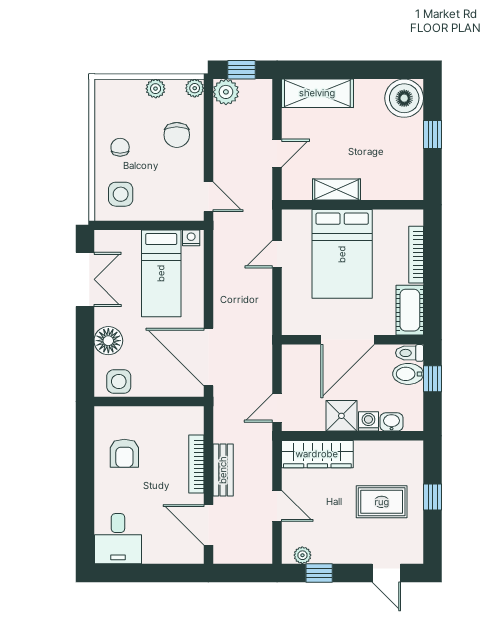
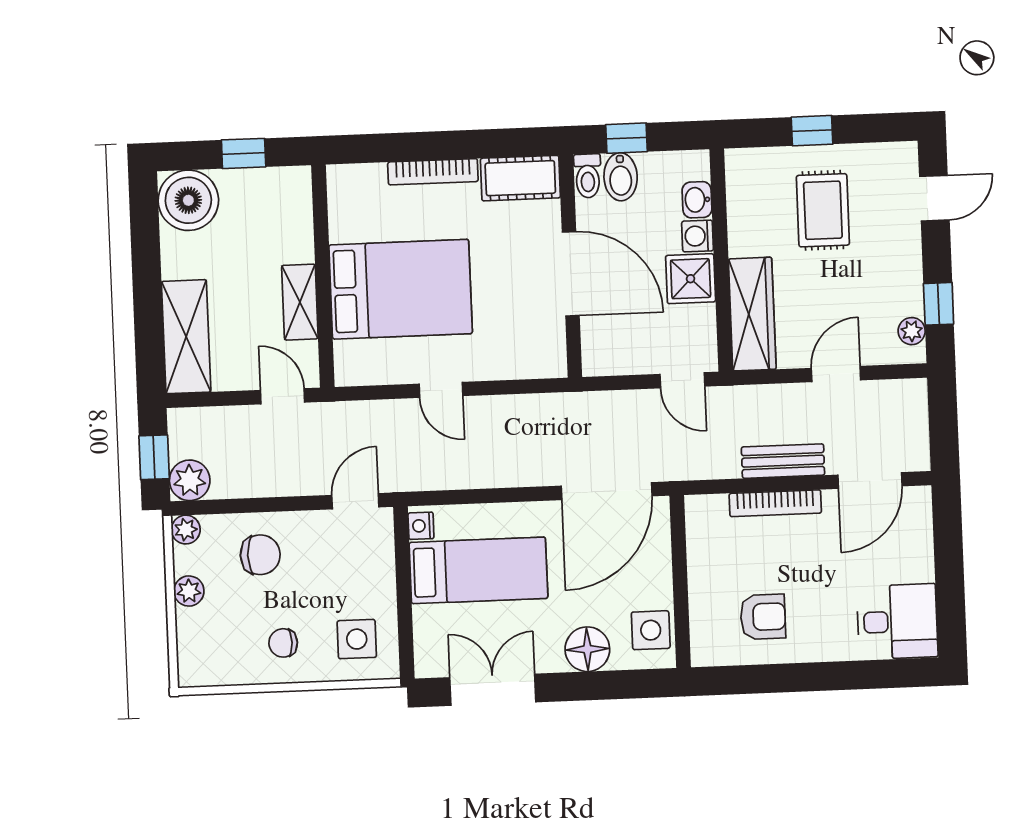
shelving: (337, 189) -> (300, 302), moved
wall: (353, 205) -> (323, 276), moved
bed: (342, 254) -> (401, 289), moved

